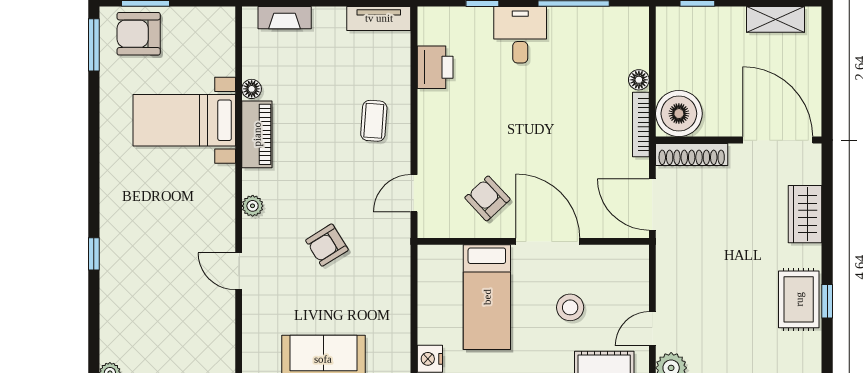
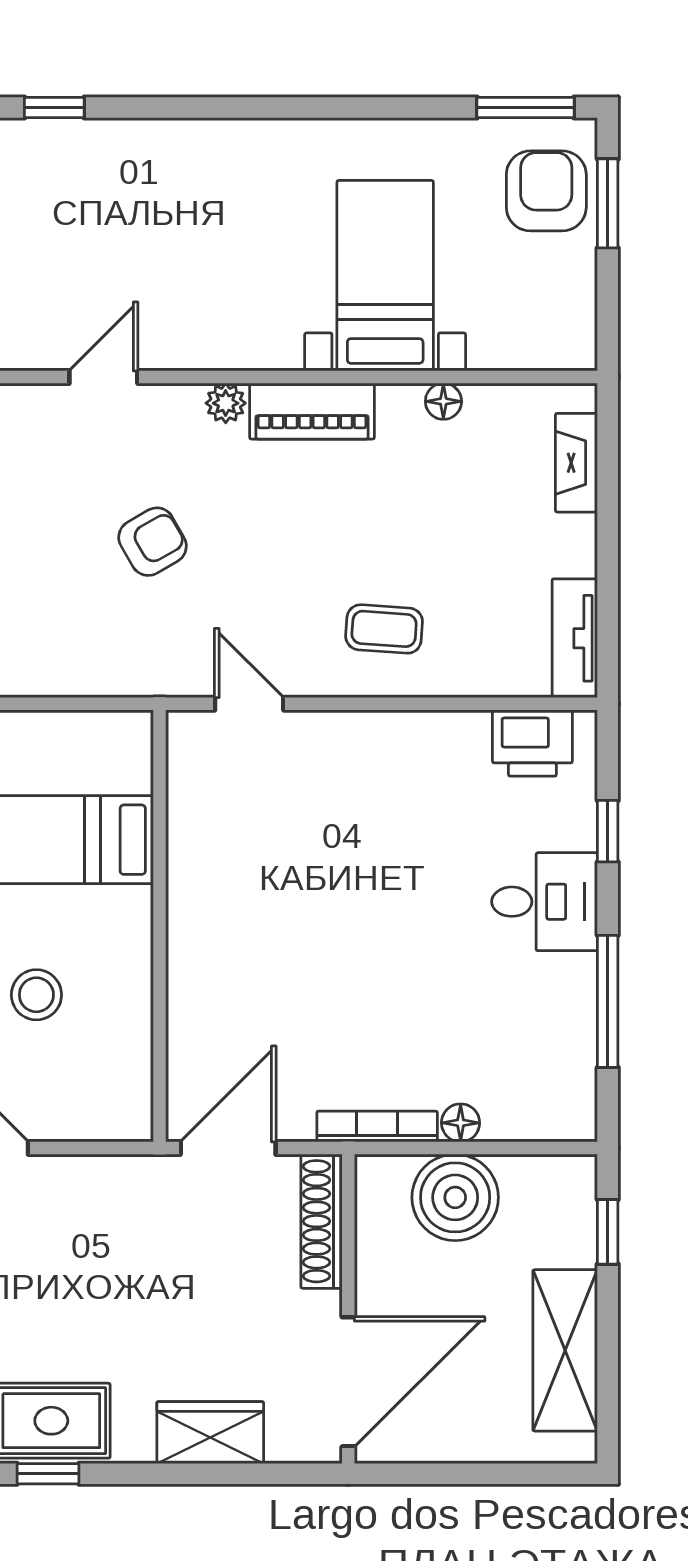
shelving: (775, 19) -> (565, 1350), width x1.50, depth x1.33
printer: (435, 67) -> (532, 743), moved
boiler: (679, 114) -> (455, 1197), moved
piano: (257, 134) -> (312, 411), moved
armchair: (487, 198) -> (239, 841), removed
door: (548, 241) -> (159, 953), removed
armchair: (327, 245) -> (153, 542), turned 92
window: (94, 254) -> (54, 108), moved

